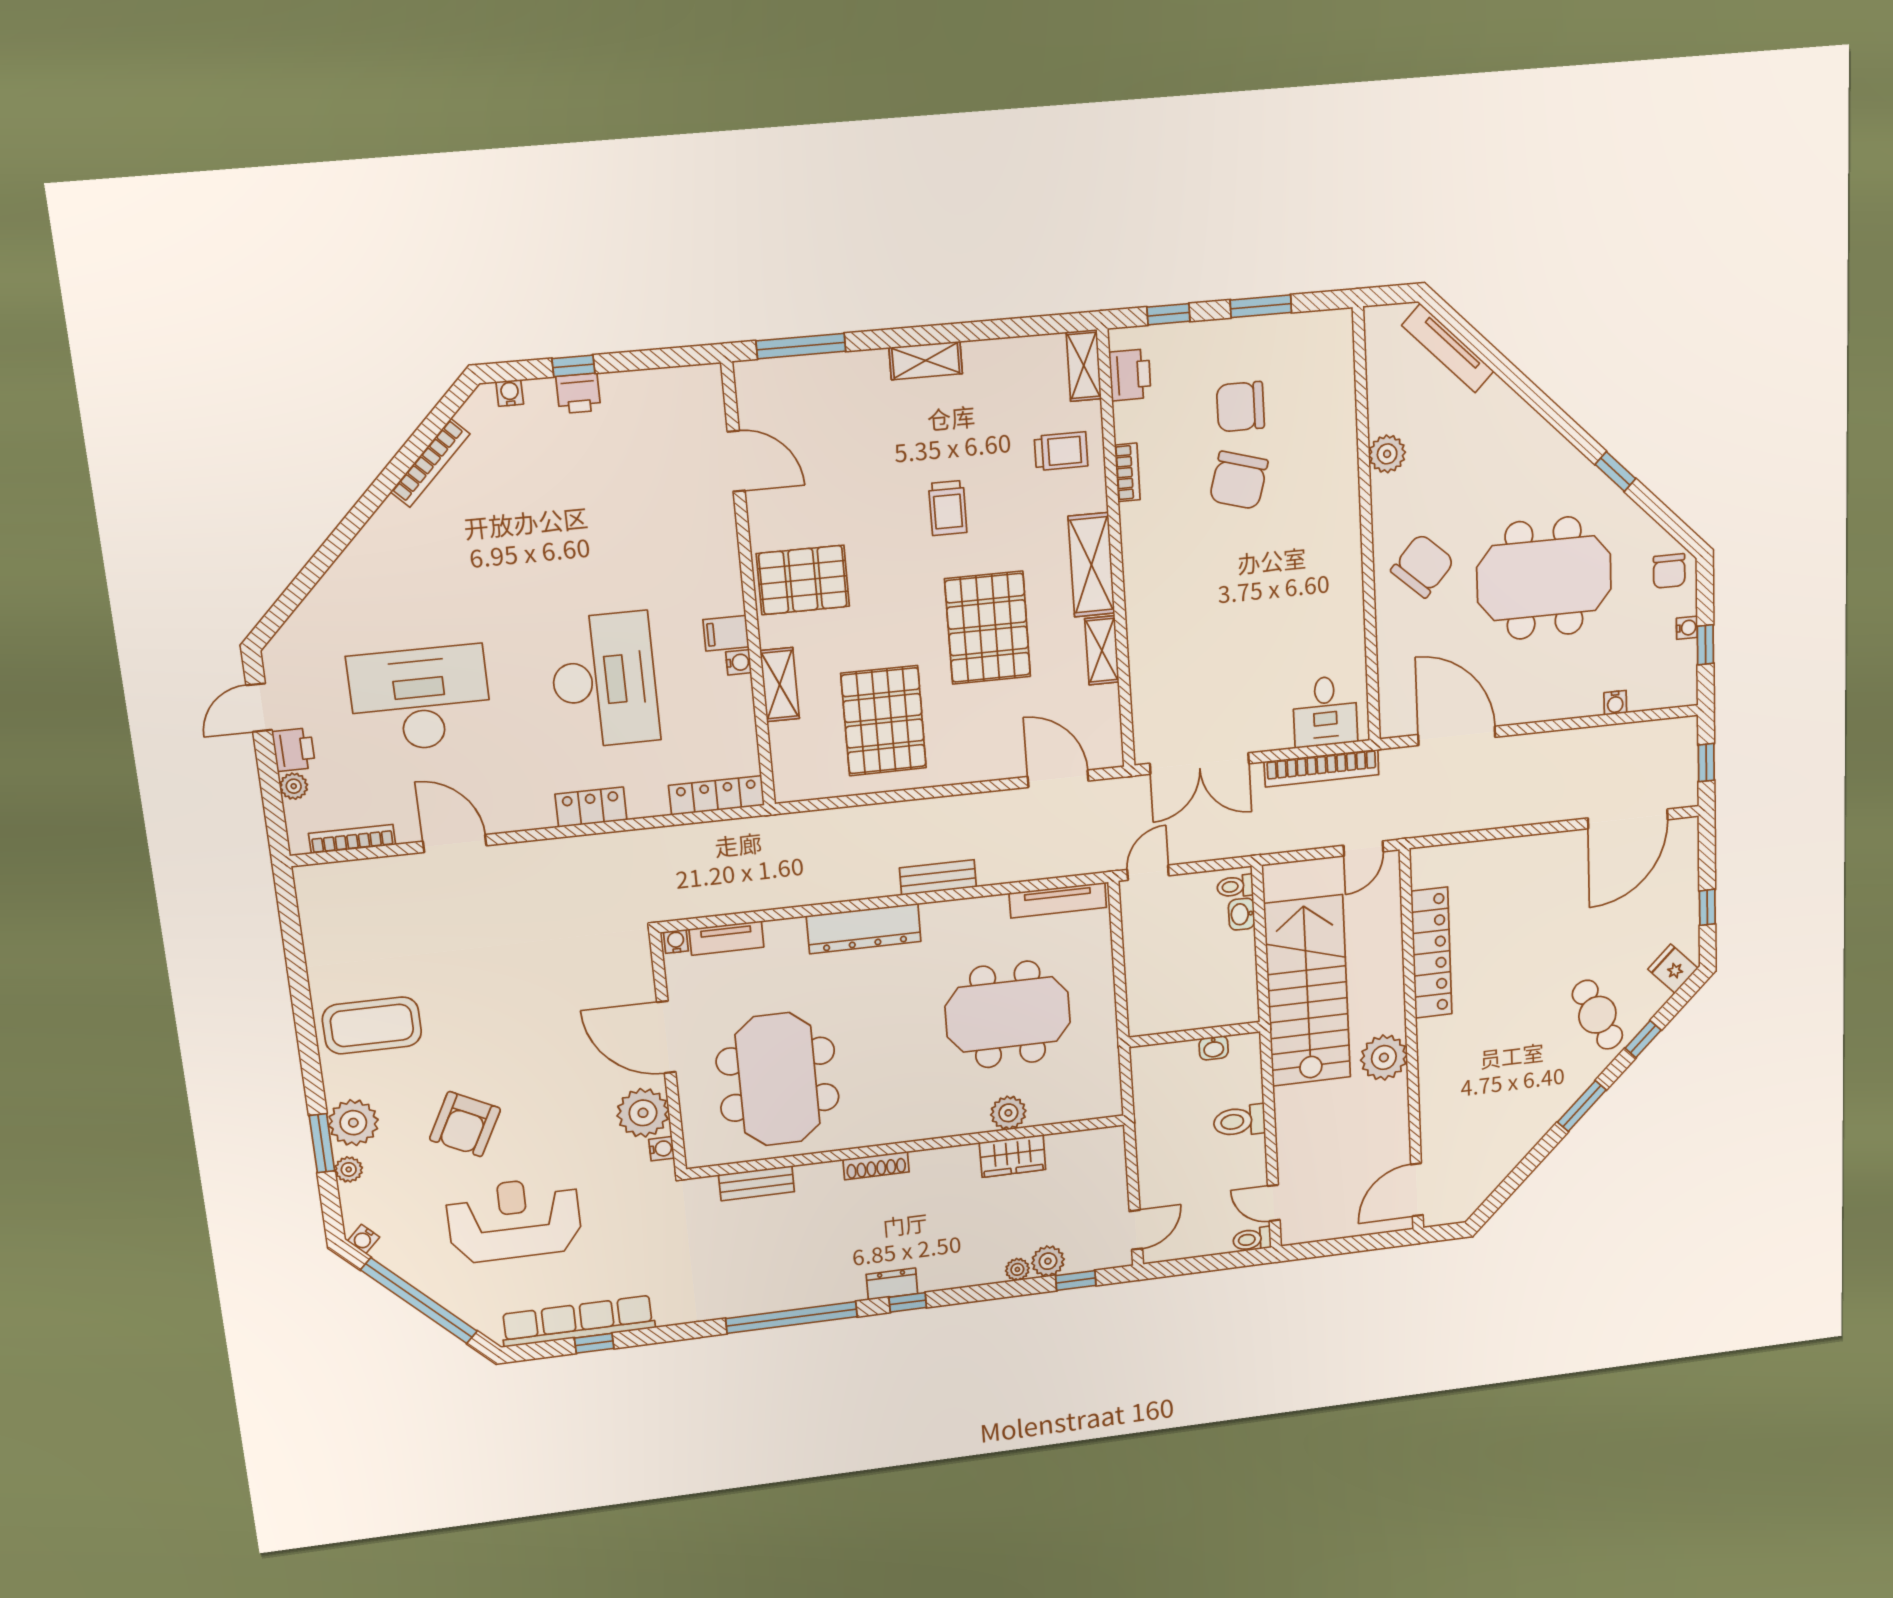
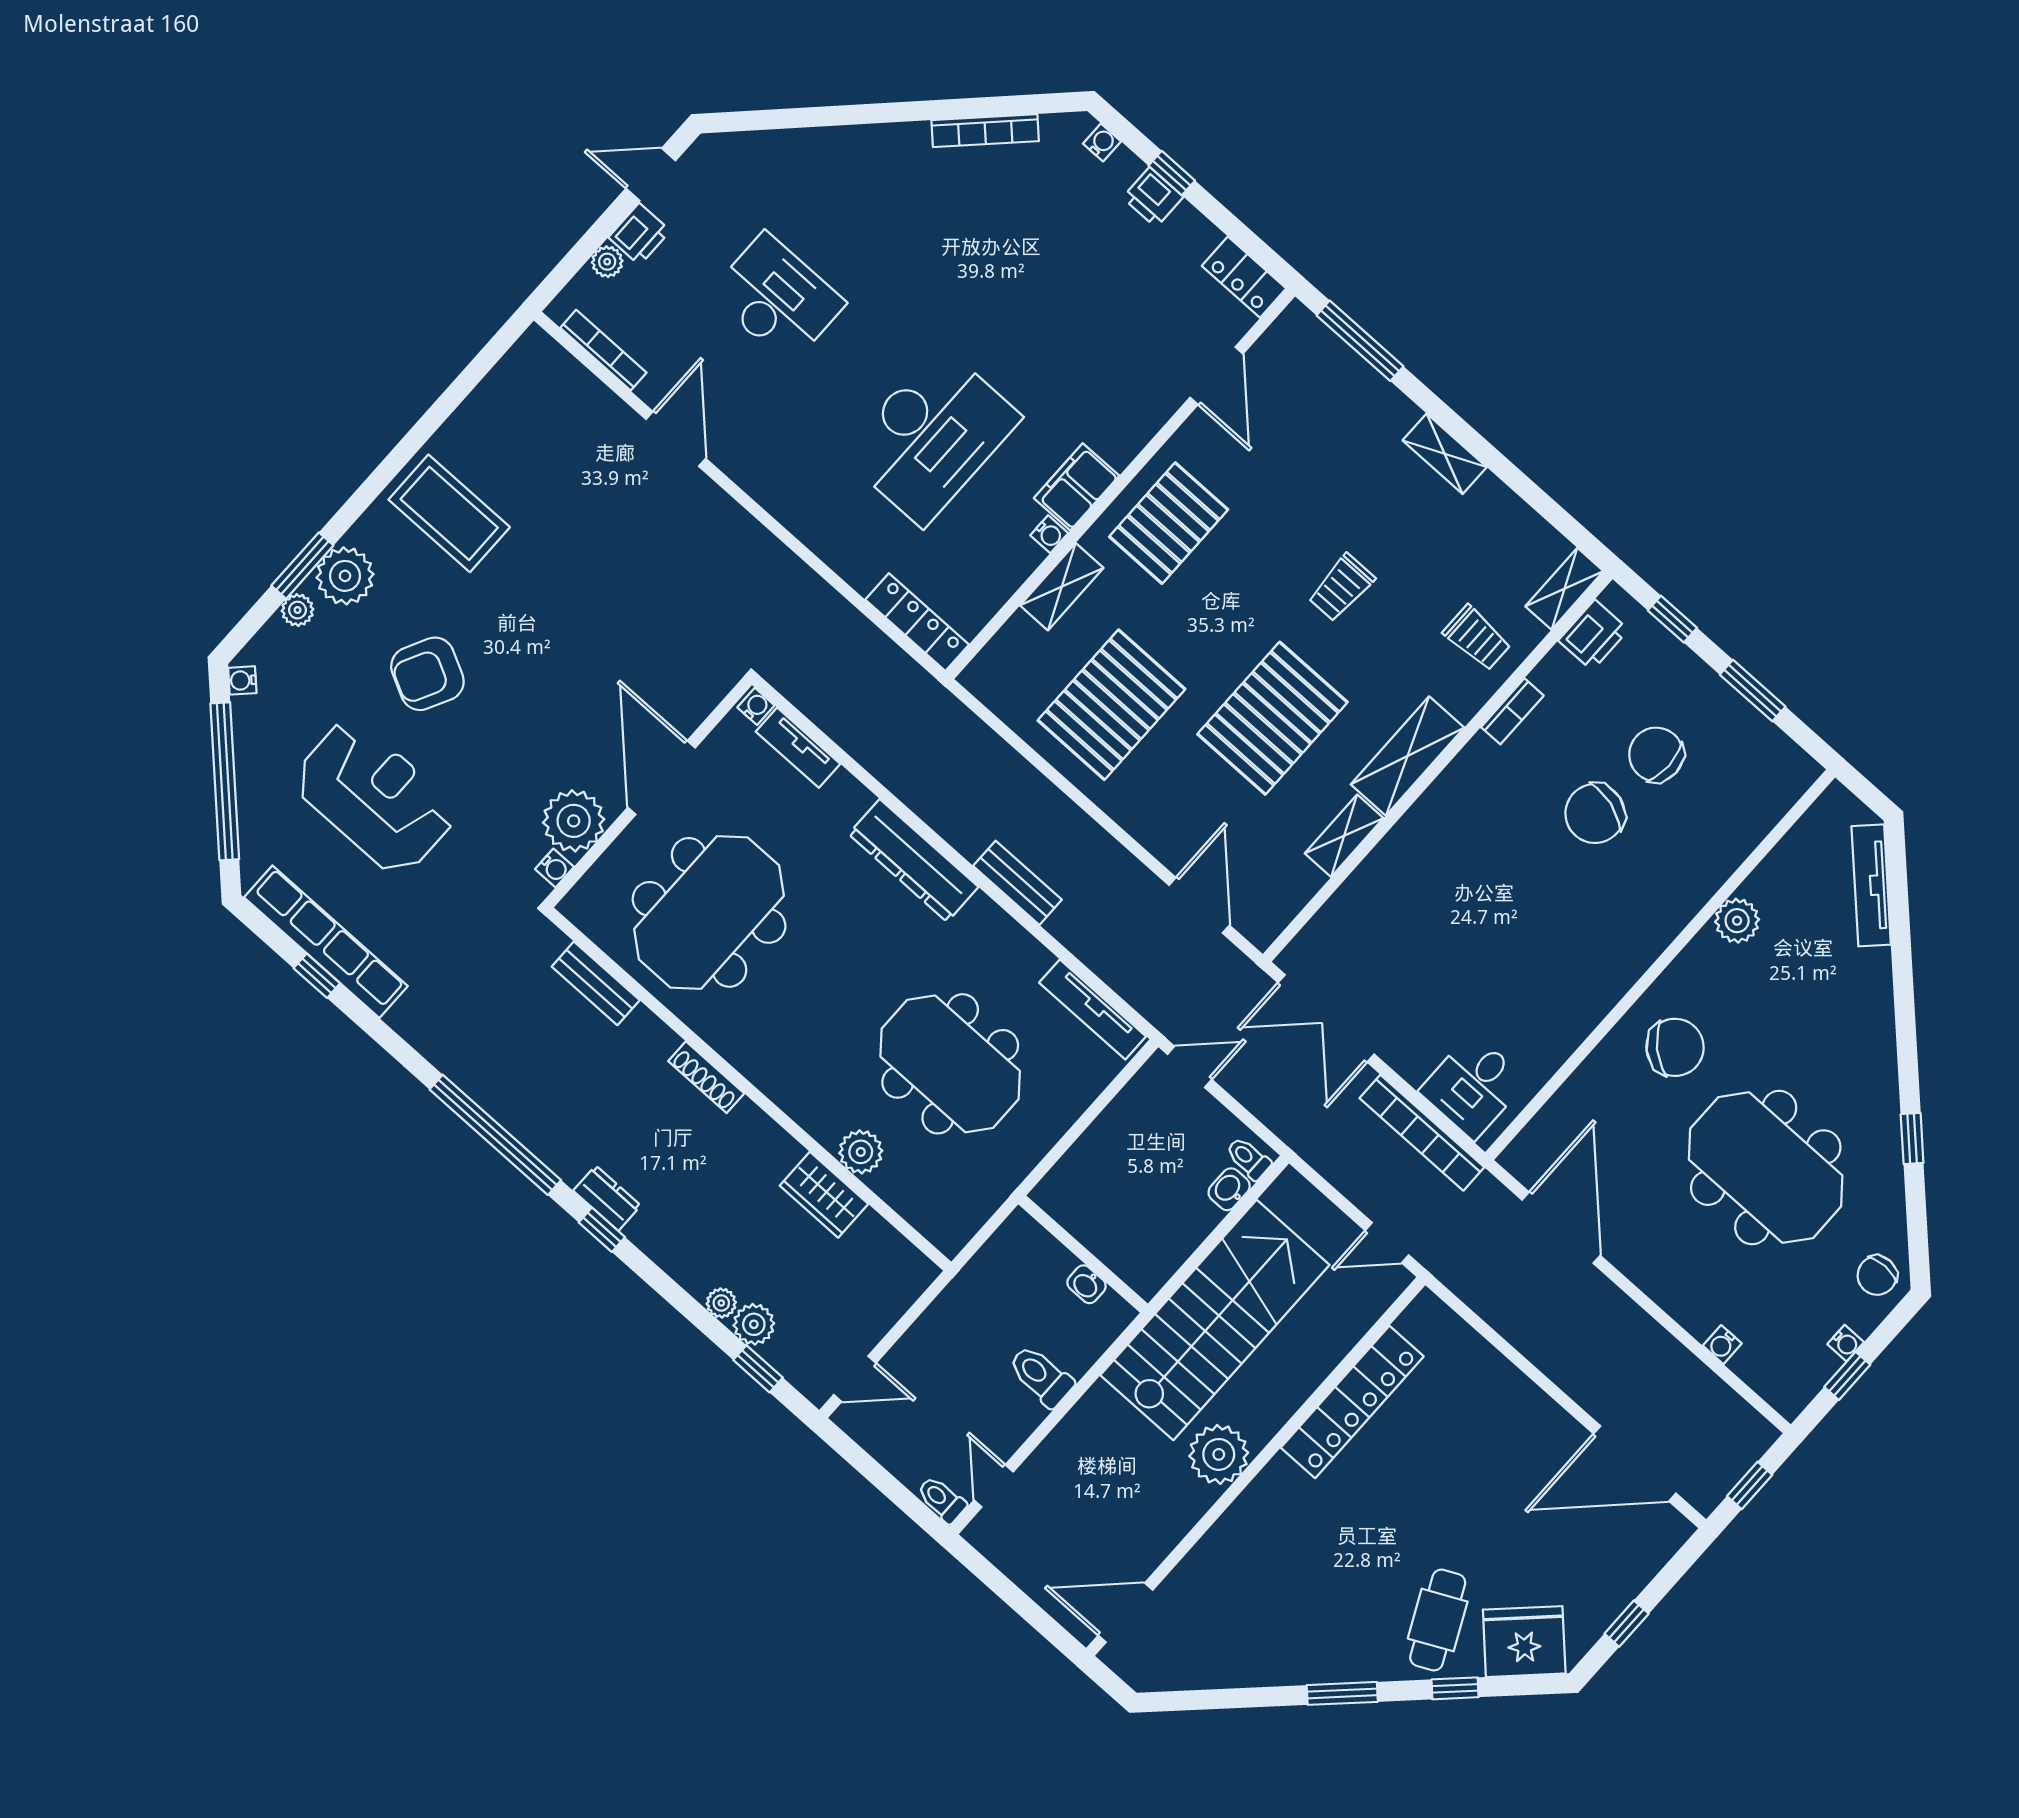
pallet: (803, 580) -> (1169, 523), turned 90
filing cabinet: (726, 633) -> (1077, 487), width x2.00
desk: (420, 699) -> (777, 299), width x0.73, depth x0.77
locker: (591, 807) -> (1244, 277), moved, turned 180
fridge: (1673, 969) -> (1524, 1642), width x1.88, depth x1.34

